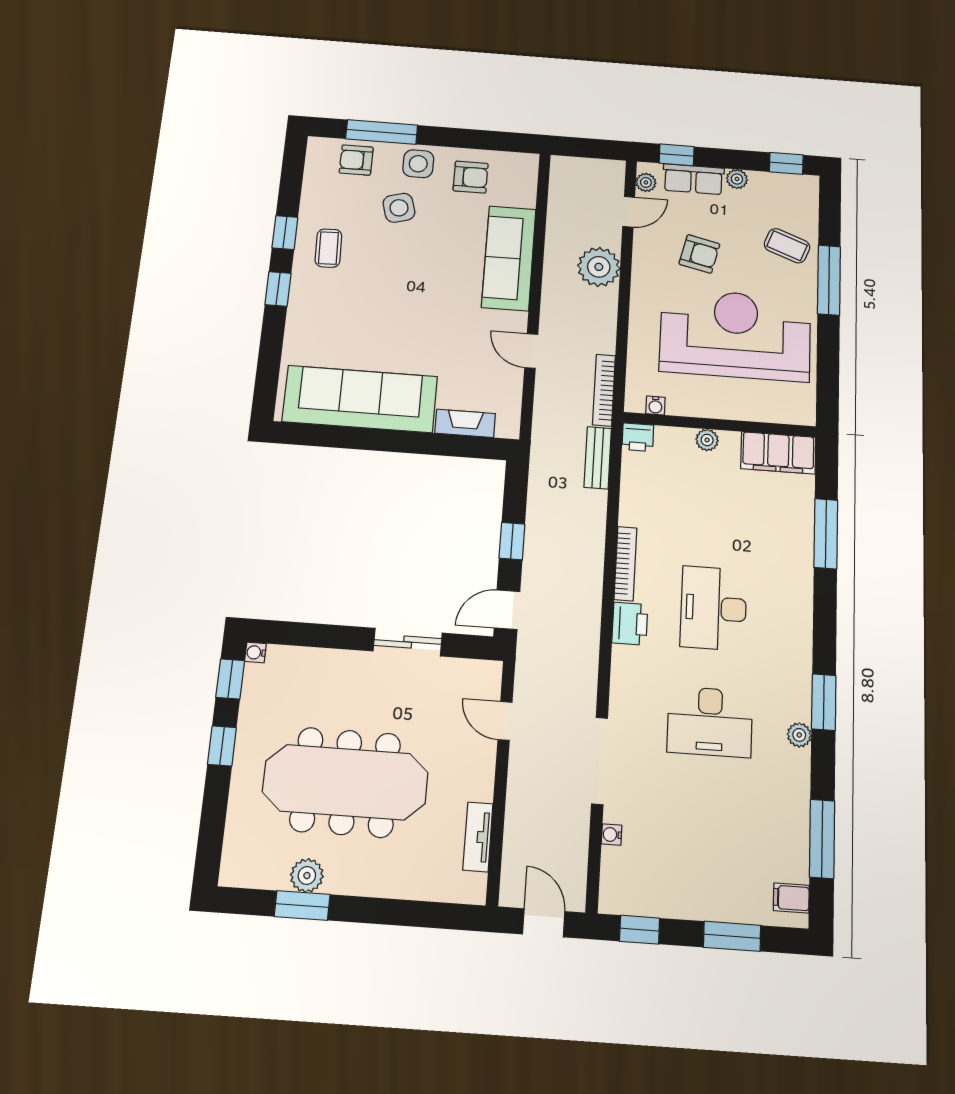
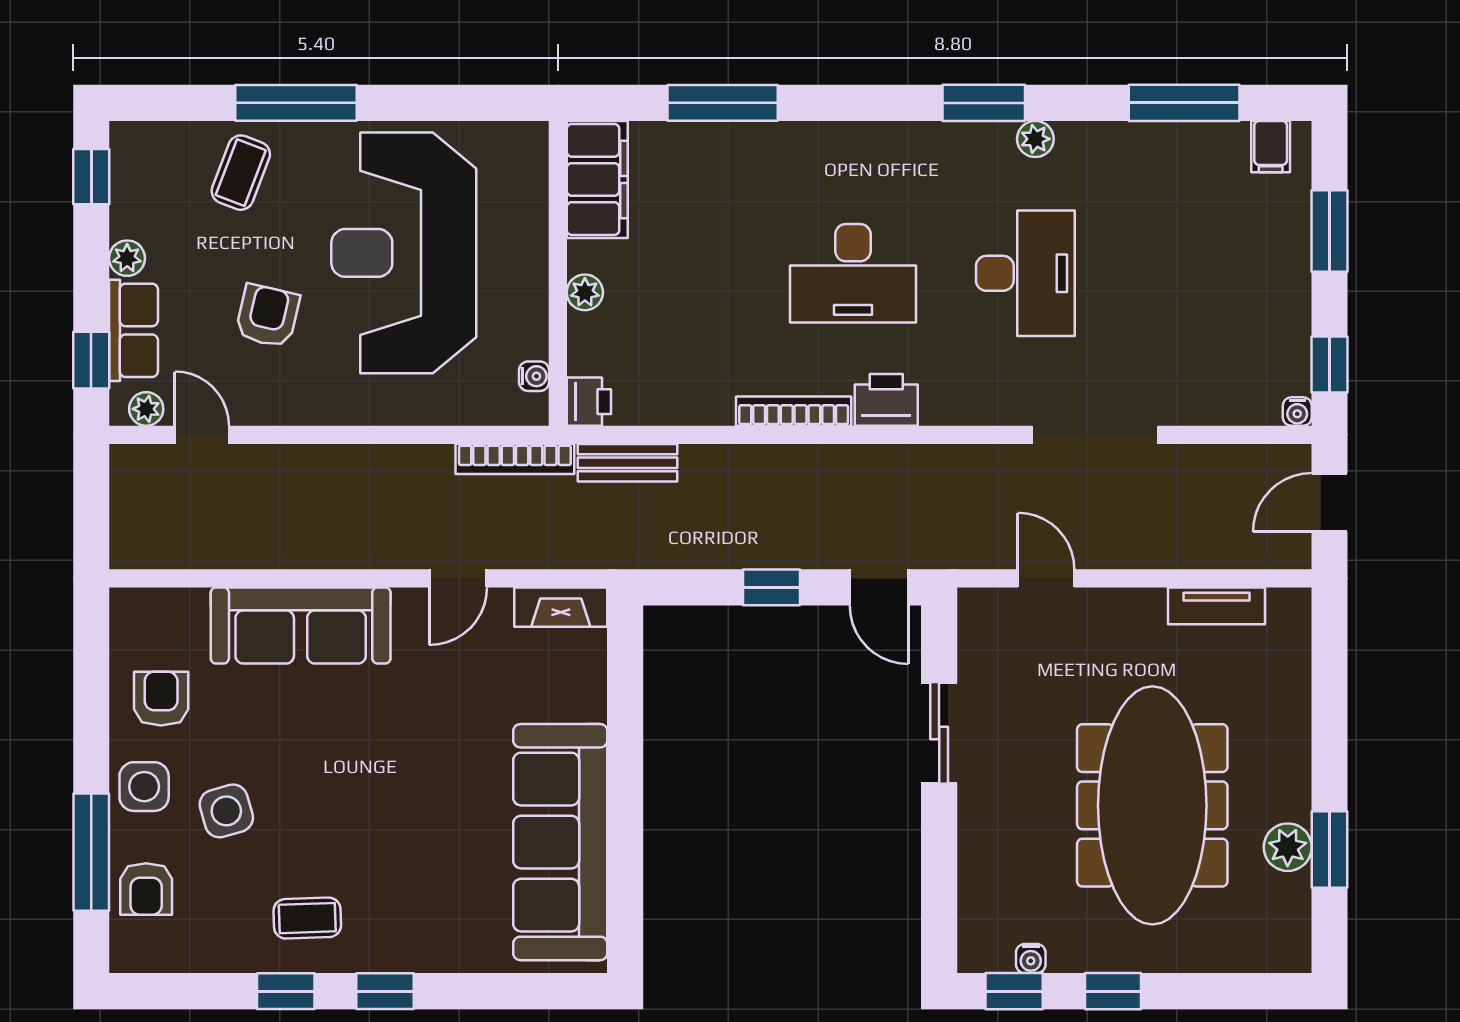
plant: (599, 267) -> (304, 479), removed
fireplace: (465, 423) -> (561, 607), moved, turned -90
water cooler: (255, 652) -> (1031, 959), moved
door: (505, 721) -> (1046, 578), swing flipped
water cooler: (612, 835) -> (1297, 412), moved

